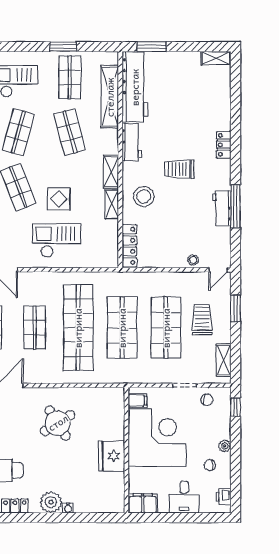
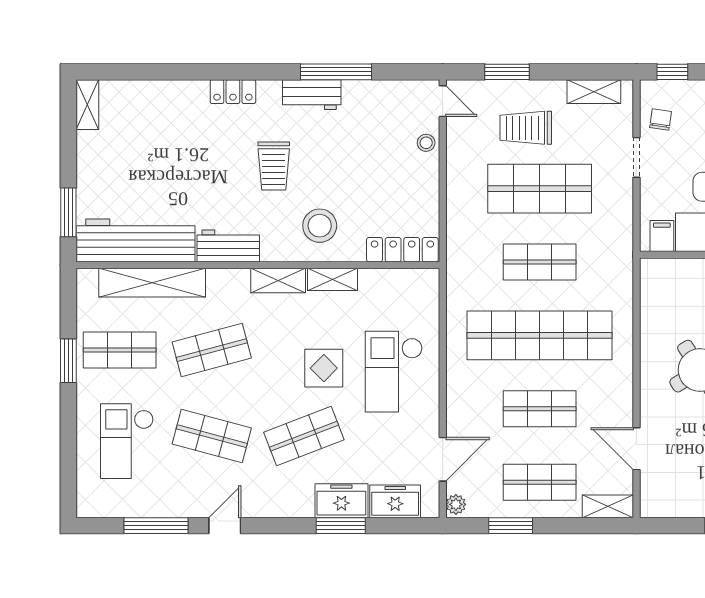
workbench: (222, 208) -> (312, 95), moved
shop shelf: (122, 328) -> (540, 262), width x0.70, depth x0.74

